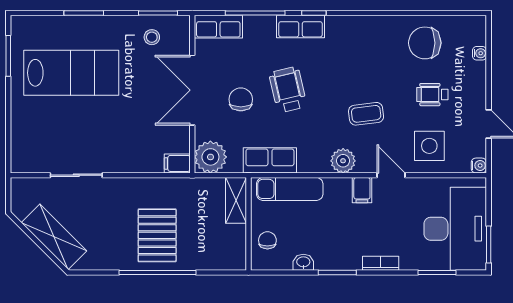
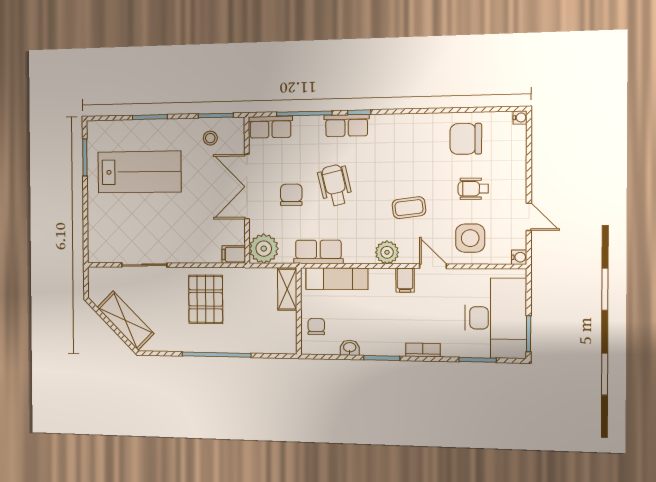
water cooler: (480, 53) -> (520, 118), moved
pallet: (157, 235) -> (206, 299), moved

